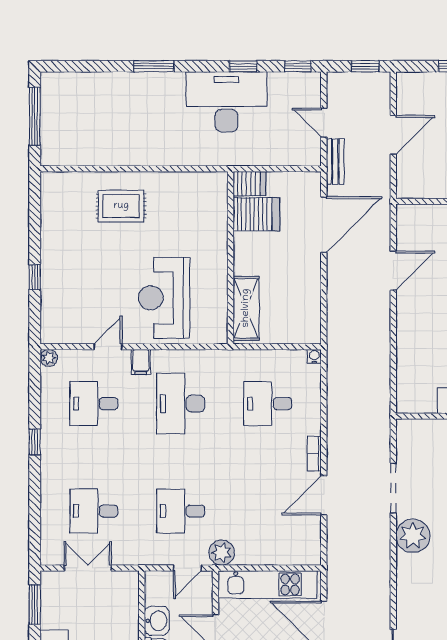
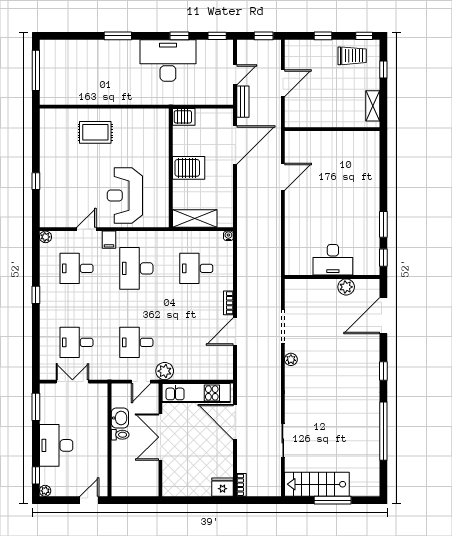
door: (324, 123) -> (235, 75), swing flipped
server rack: (256, 214) -> (189, 168), moved
shelving: (246, 308) -> (195, 219), moved, turned 90
plant: (413, 536) -> (291, 359), width x0.53, depth x0.53

